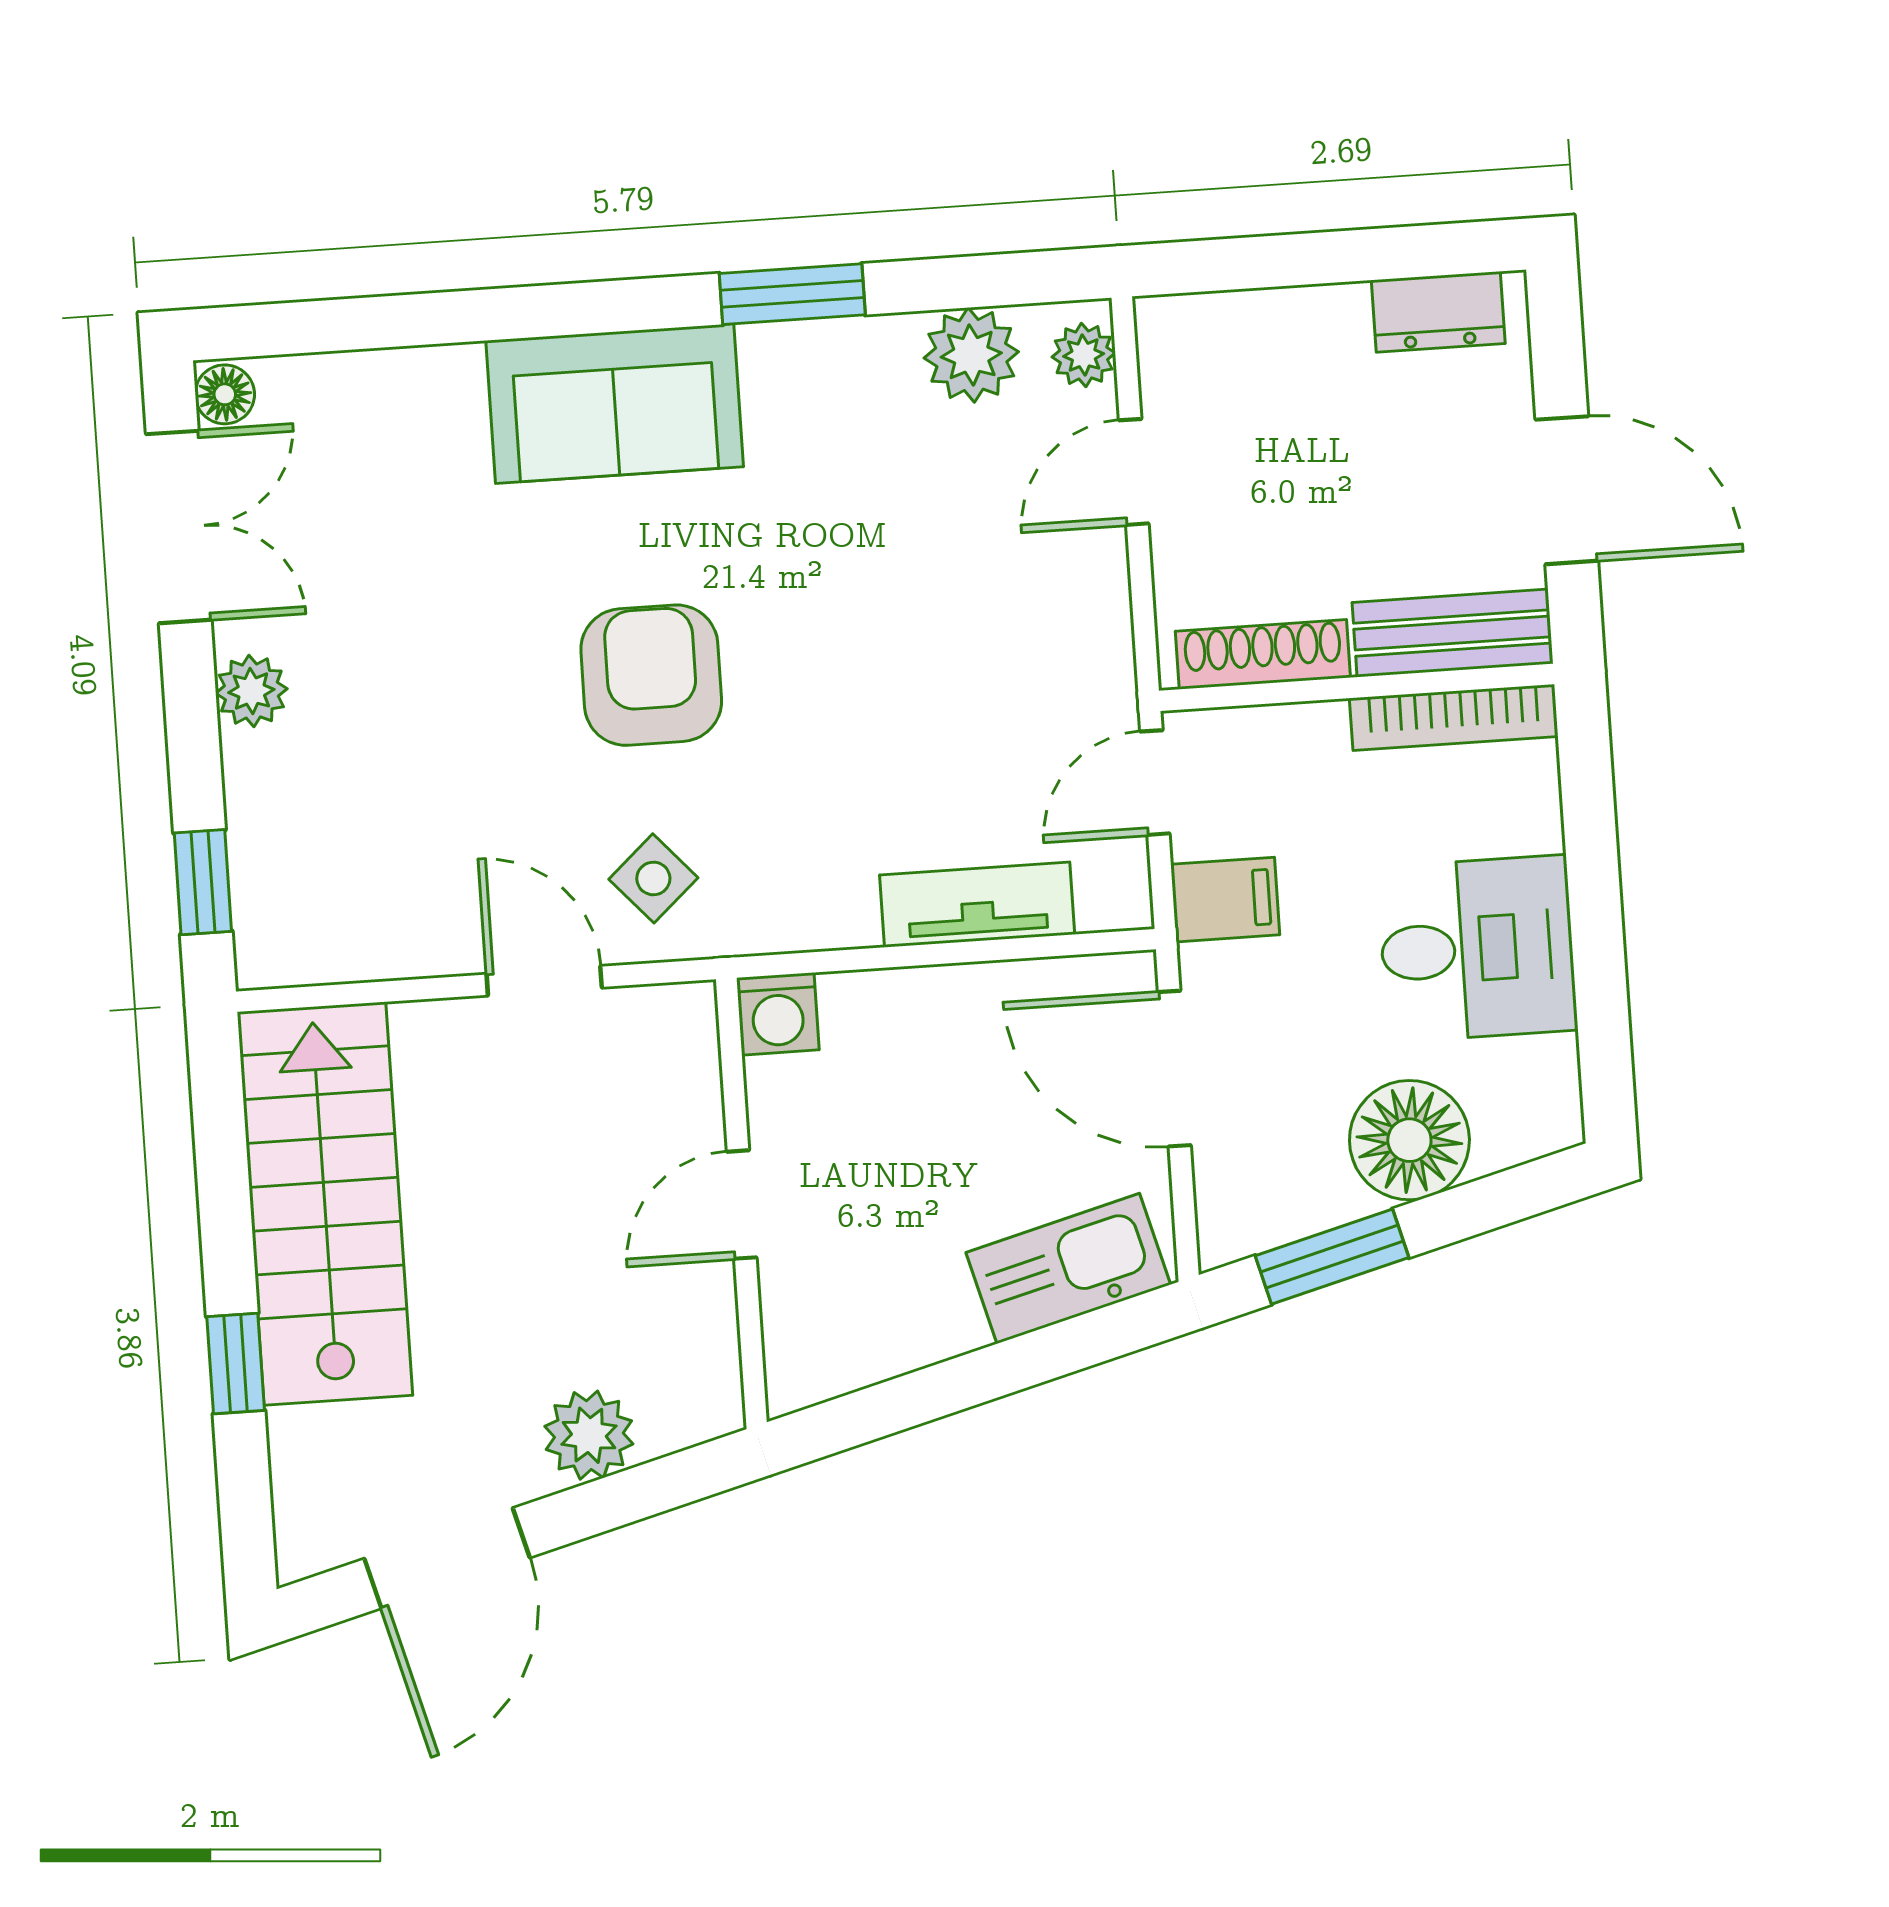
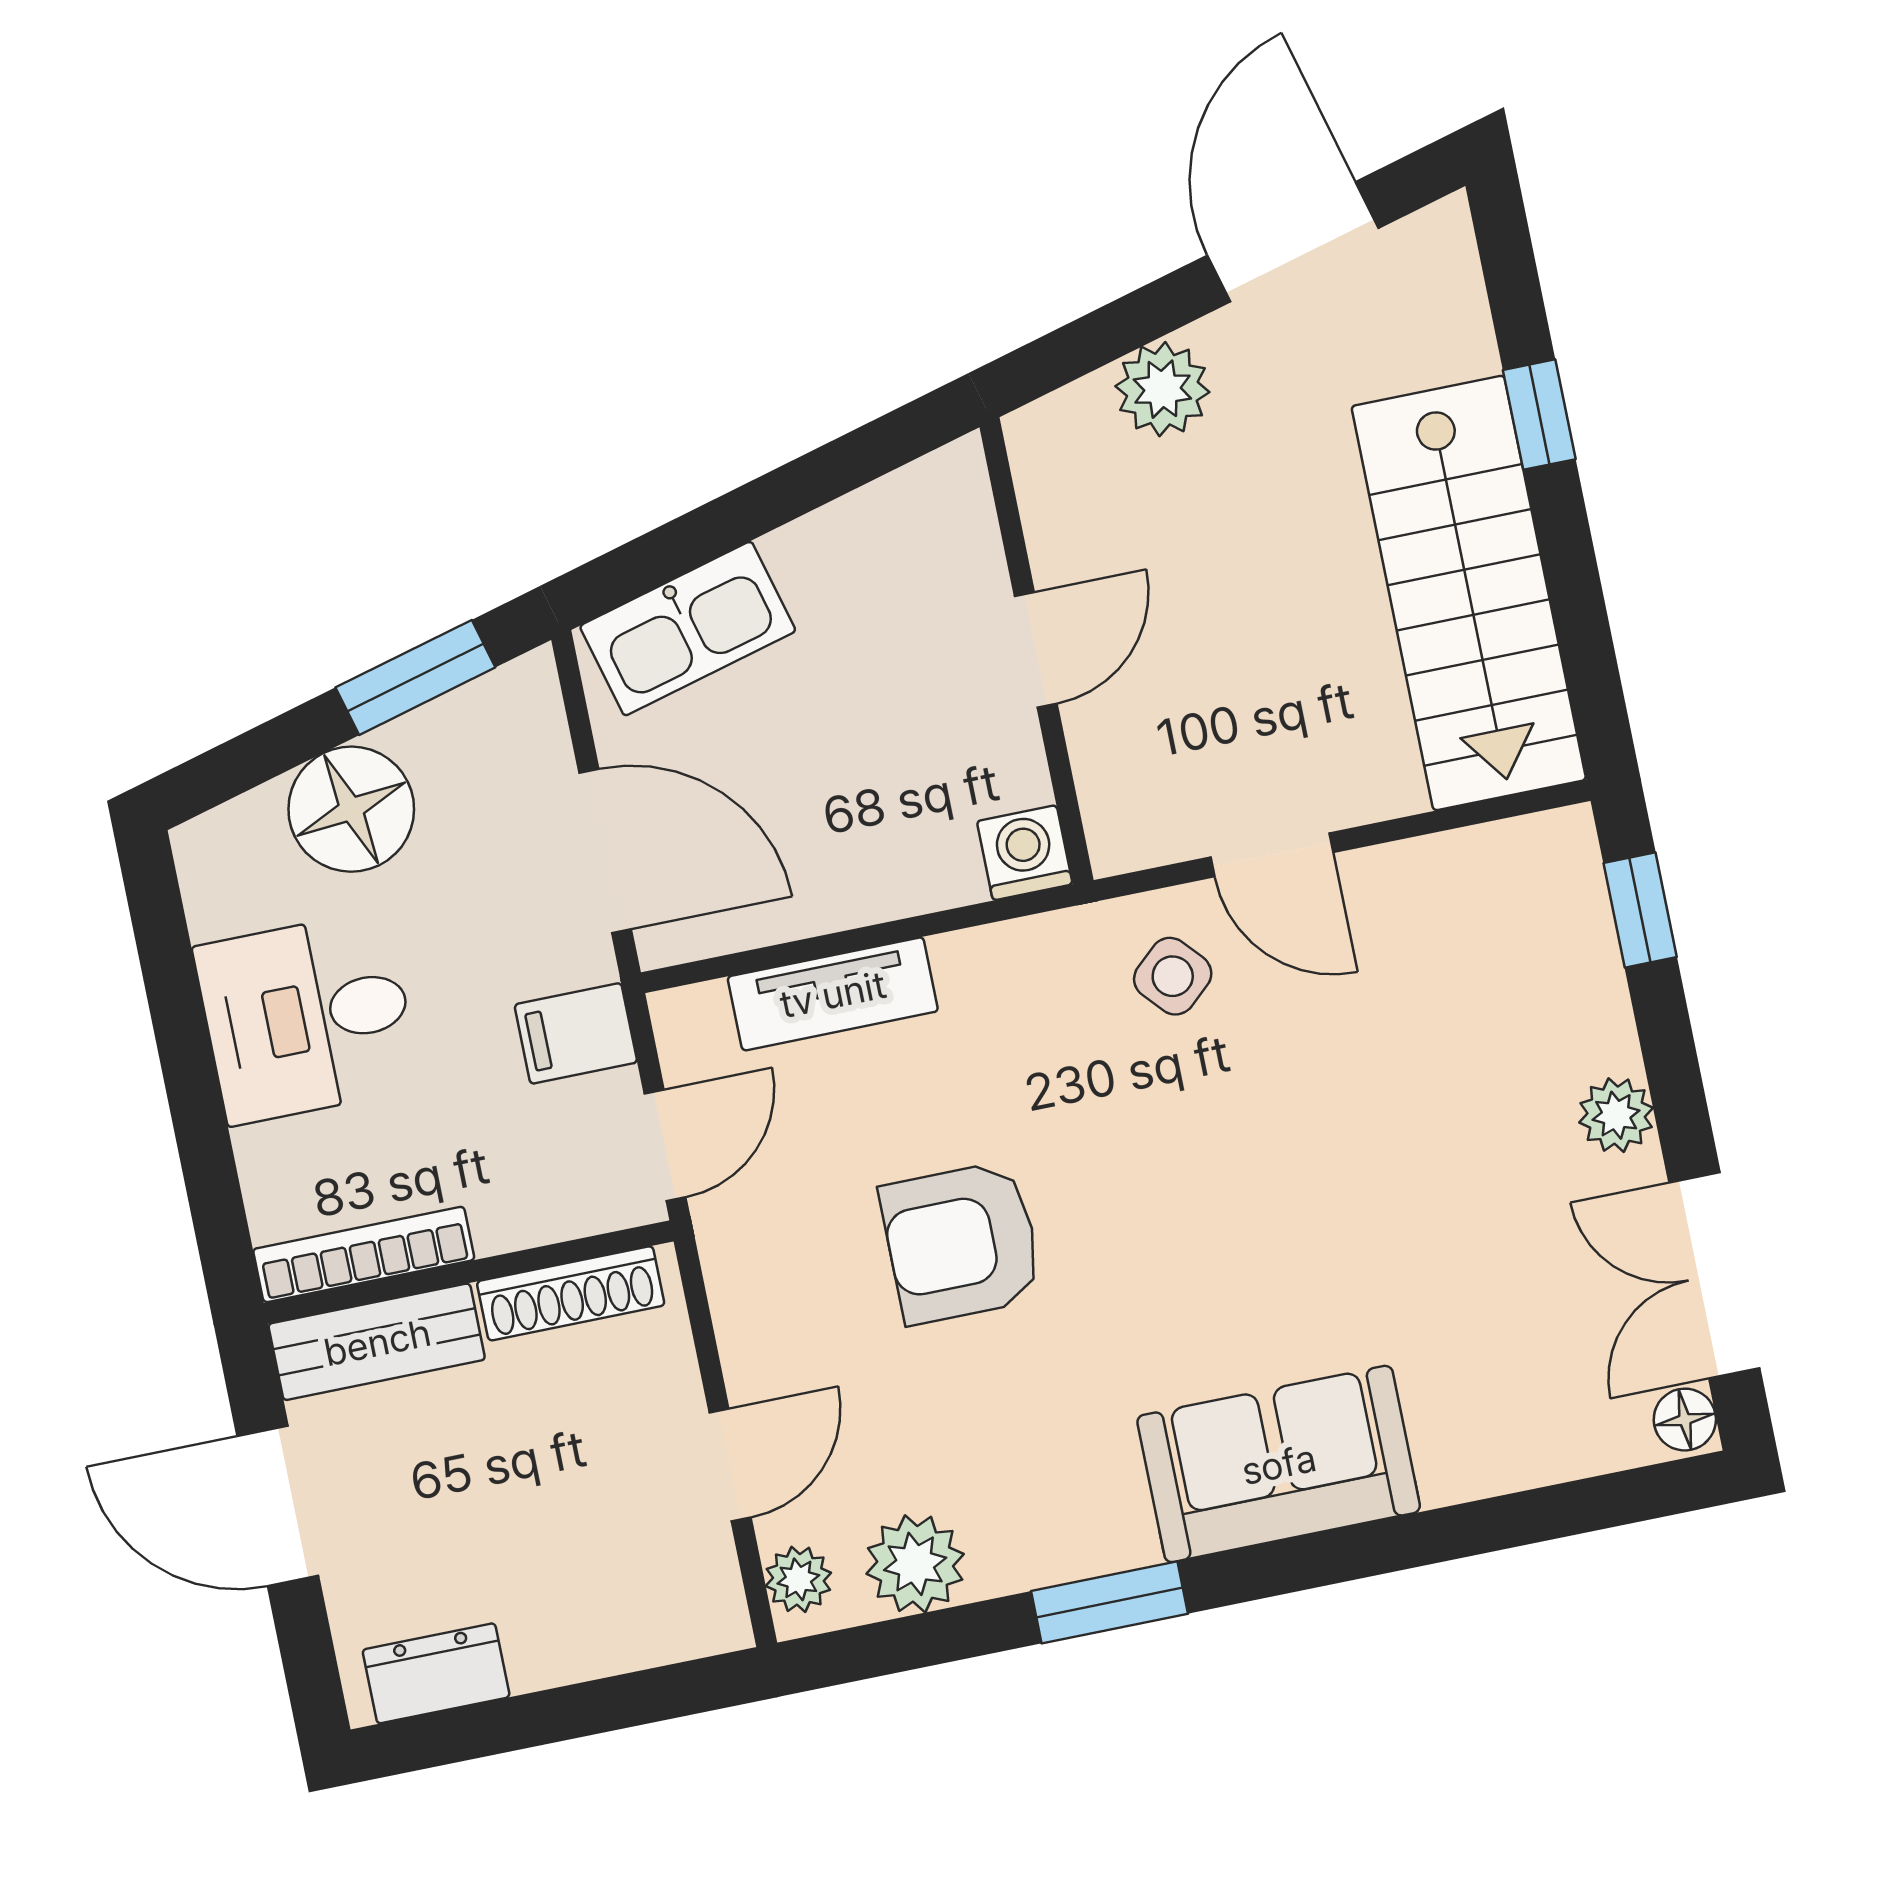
armchair: (651, 675) -> (962, 1243), moved, turned 90

